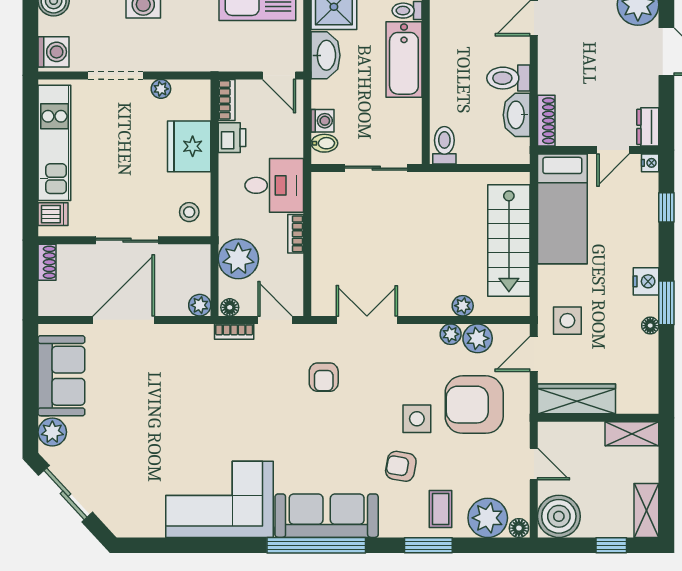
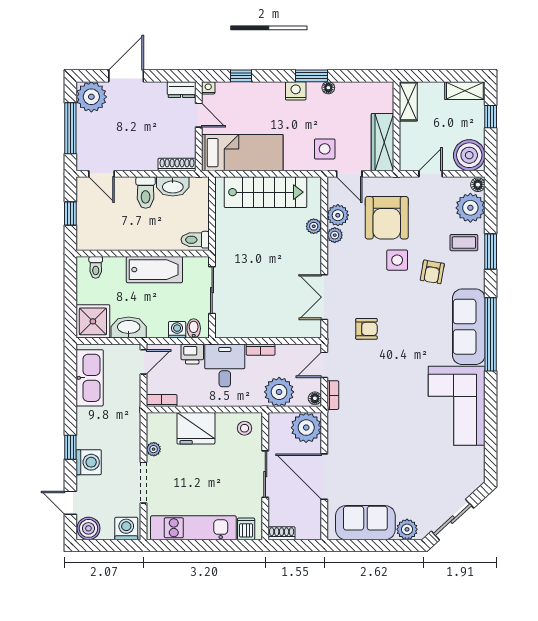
bathtub: (404, 60) -> (154, 270), moved
printer: (232, 138) -> (192, 354), moved, turned 180
plant: (200, 305) -> (306, 428), width x1.88, depth x1.88

